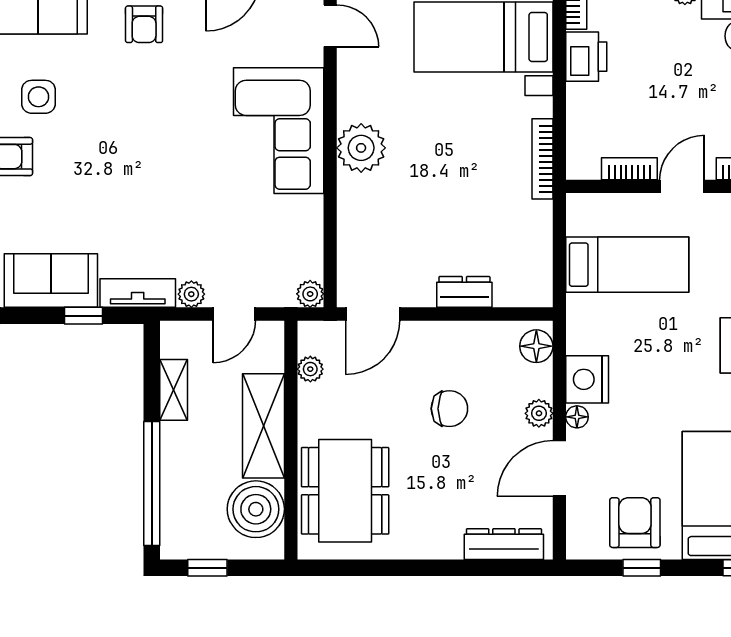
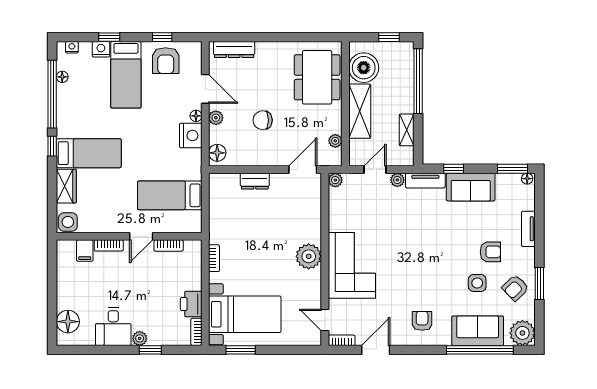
bookcase: (542, 159) -> (214, 258), width x0.64
door: (559, 468) -> (205, 89), hinge flipped

